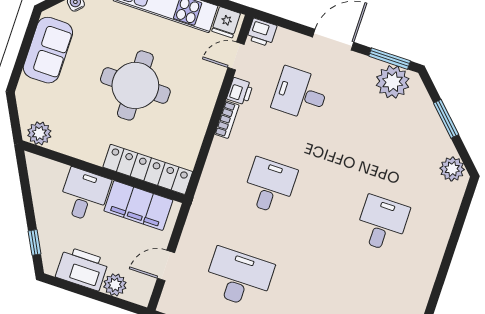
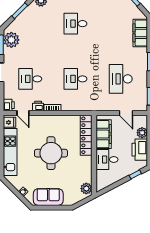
desk: (300, 94) -> (30, 79), turned 90

